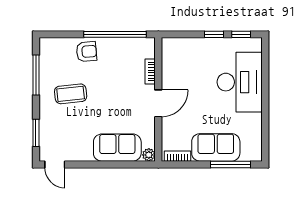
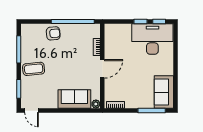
desk: (240, 82) -> (152, 39), moved, turned -90
coffee table: (71, 94) -> (34, 69), moved
sofa: (216, 147) -> (164, 92), moved, turned -90

